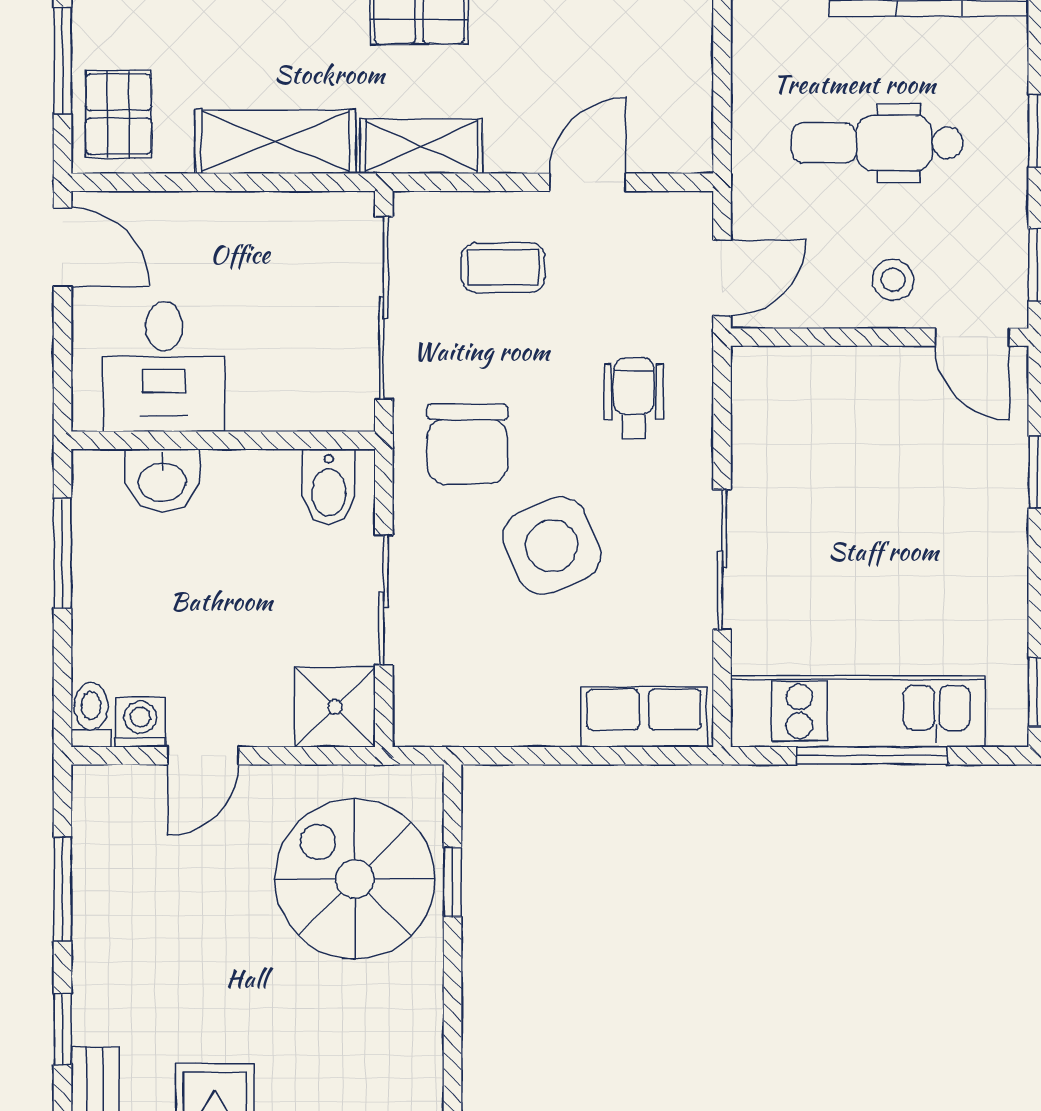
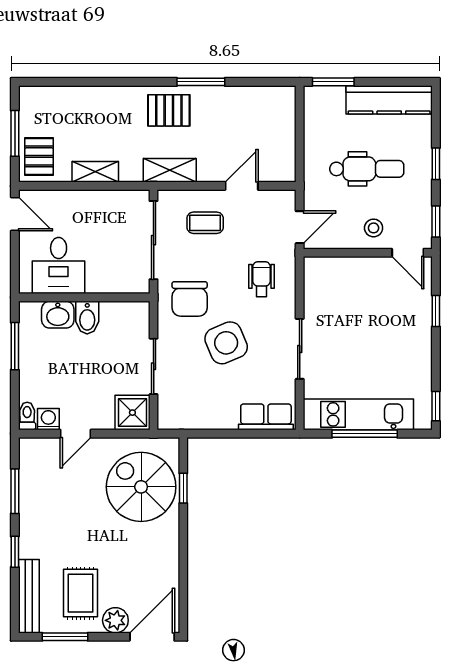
shelving: (275, 142) -> (95, 172), width x0.67, depth x0.75
dental chair: (877, 143) -> (367, 169), turned 180
bidet: (329, 487) -> (87, 318), moved

